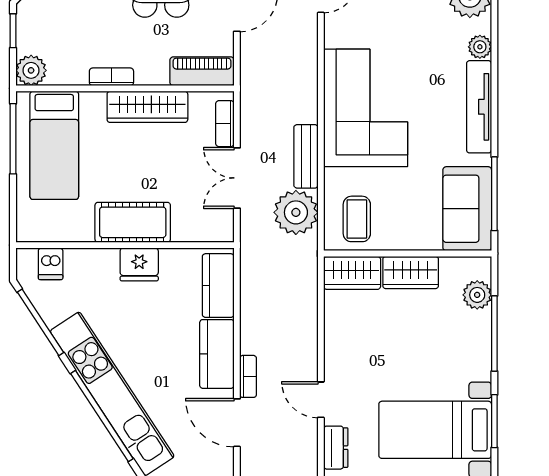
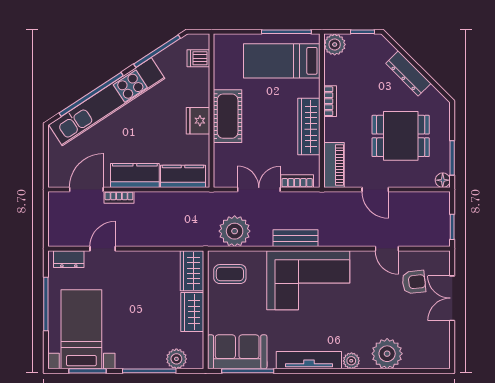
bench: (306, 156) -> (296, 238), moved

